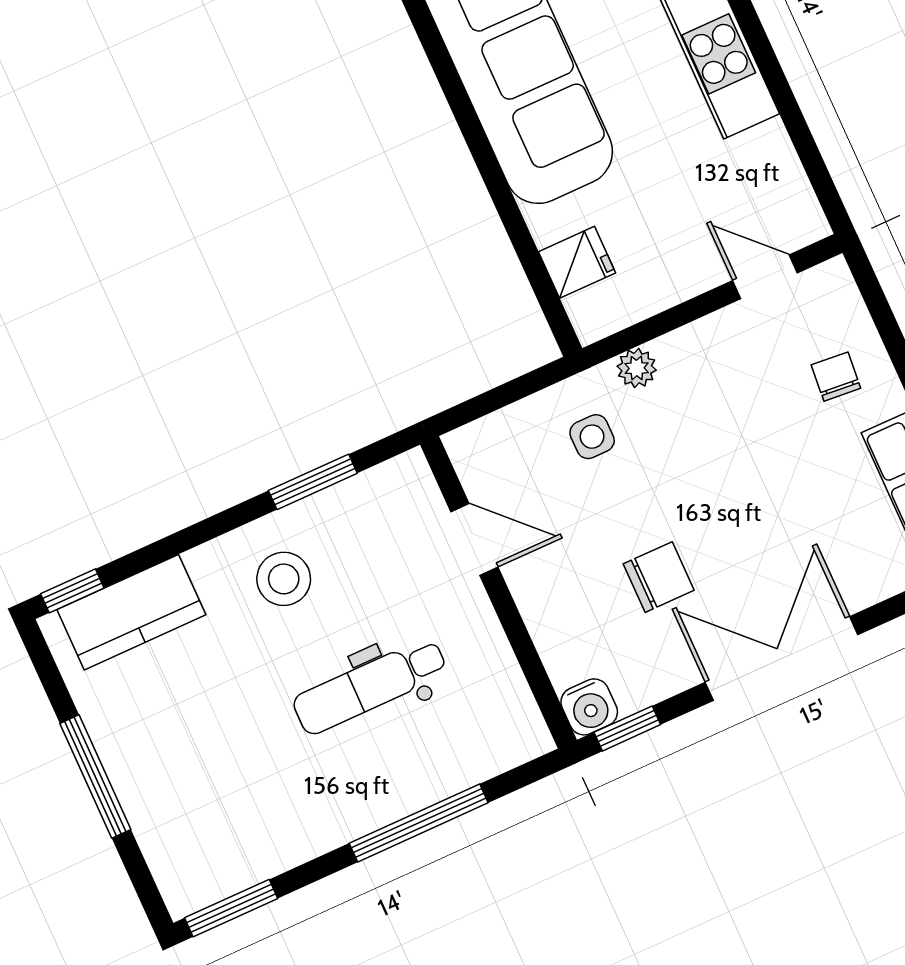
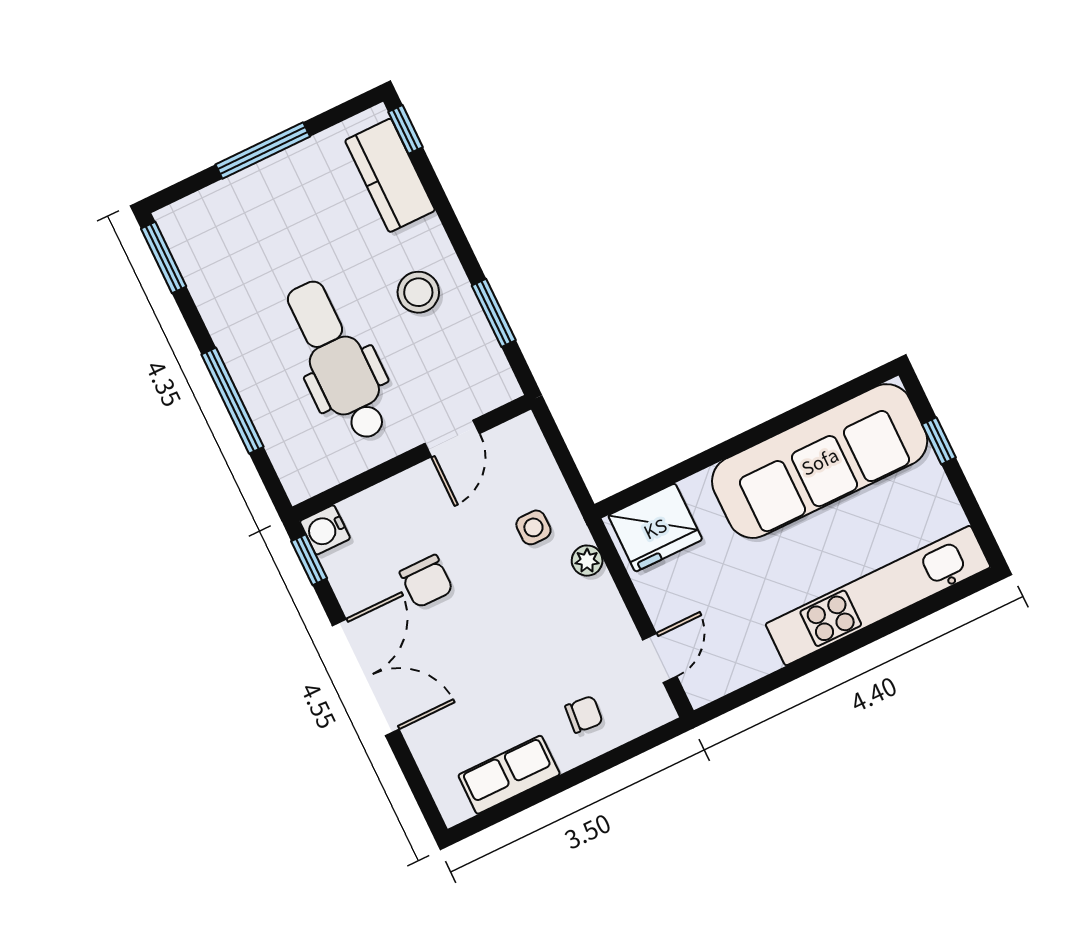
fridge: (577, 262) -> (655, 528), width x1.88, depth x1.34
dental chair: (370, 686) -> (337, 361), width x1.36, depth x1.38

